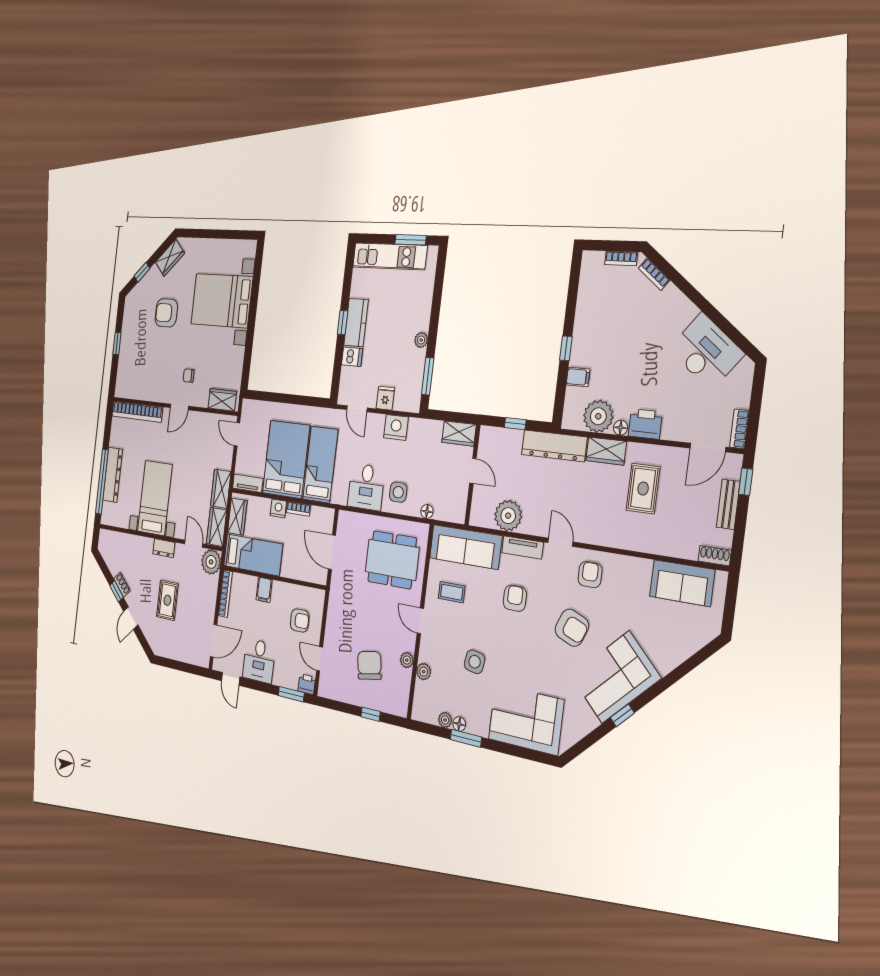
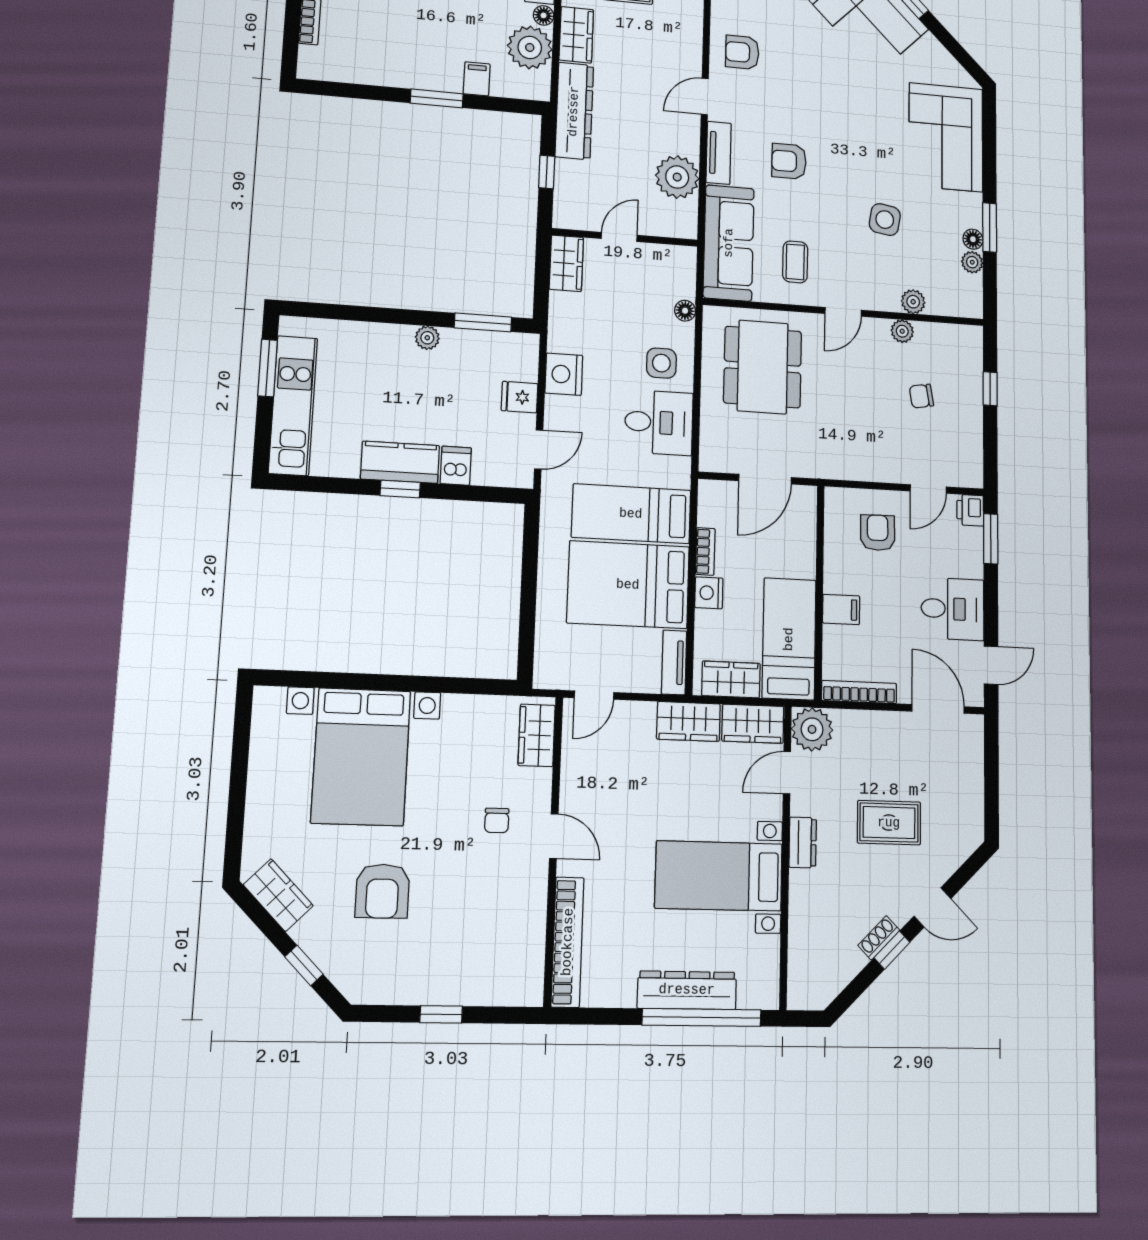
window: (566, 348) -> (437, 98), width x1.50
armchair: (572, 628) -> (815, 76), removed
chair: (369, 665) -> (921, 396), width x0.54, depth x0.54

